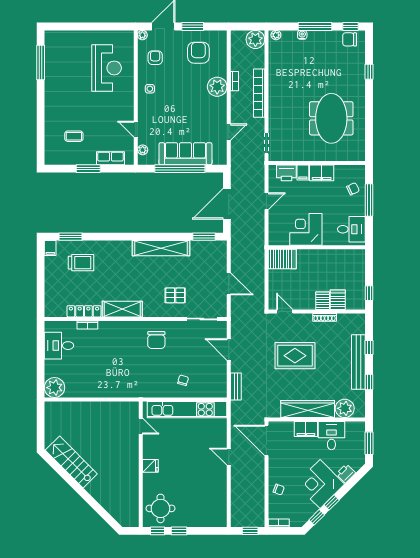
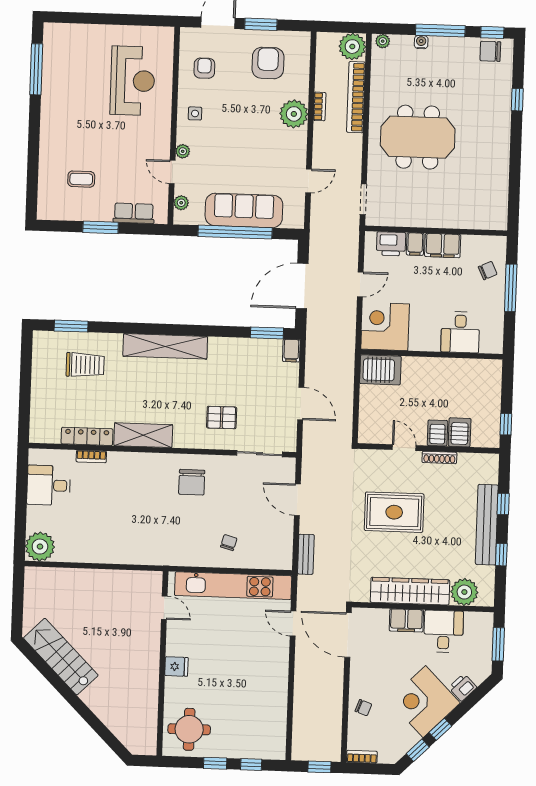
plant: (142, 35) -> (183, 151), moved
bookcase: (259, 93) -> (356, 97), moved
meeting table: (331, 118) -> (418, 137), moved, turned 90
corner desk: (306, 229) -> (385, 326), moved
desk: (351, 229) -> (460, 332), moved, turned 90
filing cabinet: (50, 248) -> (291, 351), moved
shelving: (161, 248) -> (165, 346), moved
door: (285, 311) -> (404, 448), moved
door: (229, 457) -> (293, 624), moved
window: (158, 531) -> (251, 764), moved

